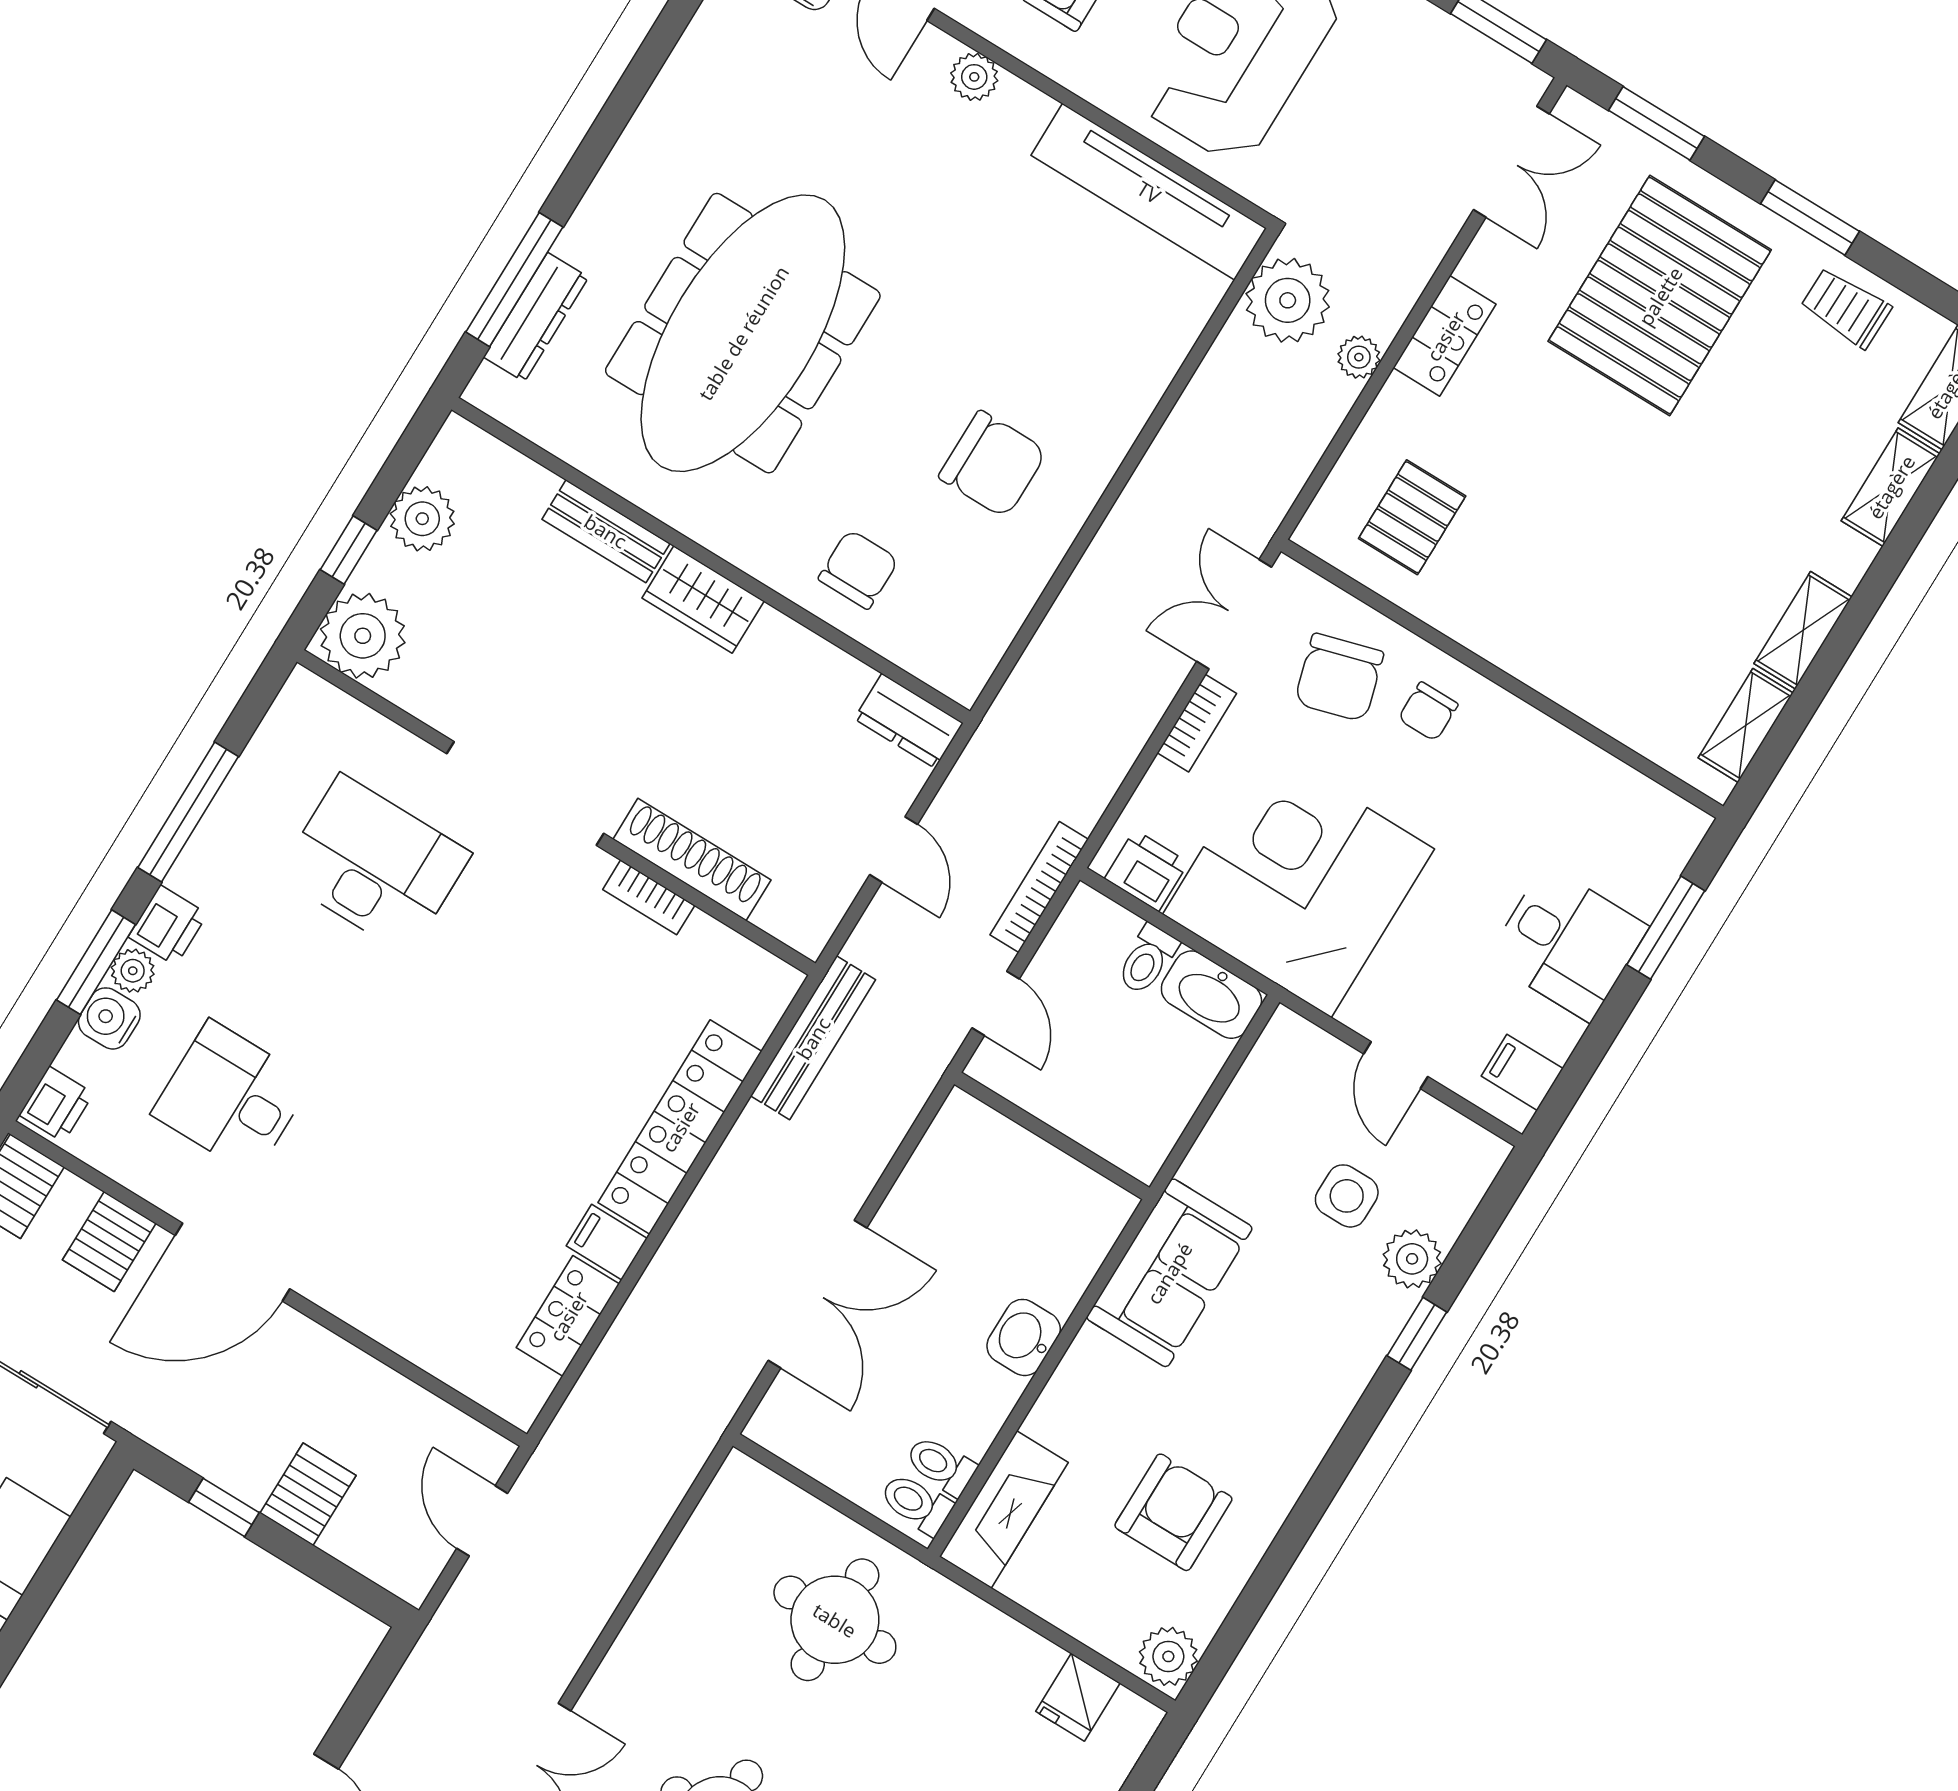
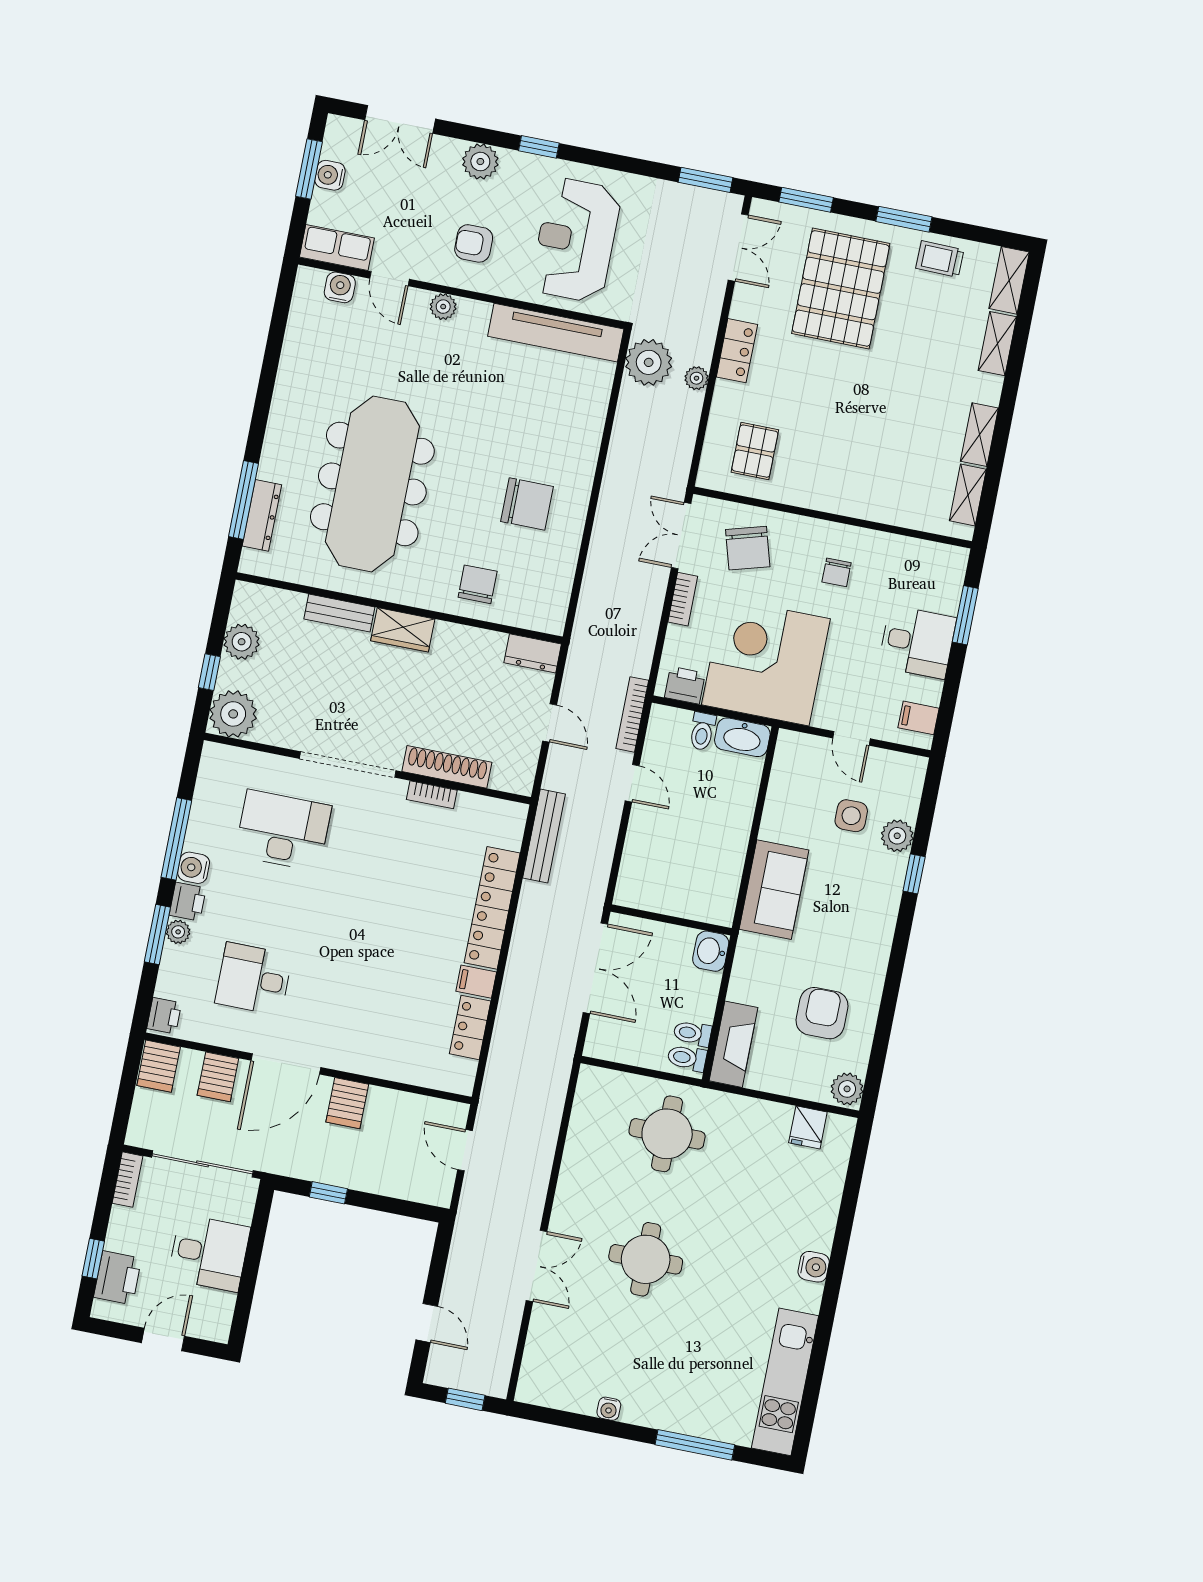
chair: (1428, 712) -> (837, 572), moved
water cooler: (109, 1018) -> (194, 868), moved
wall: (1052, 1136) -> (671, 920), moved
server rack: (308, 1494) -> (347, 1103), moved, turned 180

